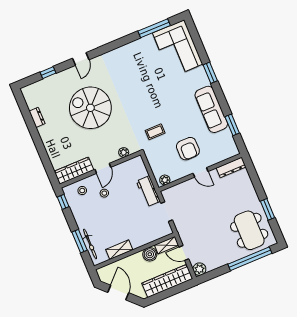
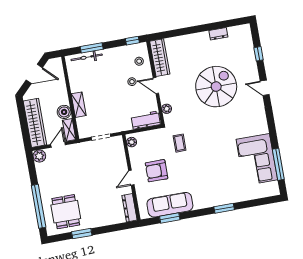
corner sofa: (178, 49) -> (257, 160), moved, turned -90
sofa: (211, 109) -> (170, 205), moved
workbench: (148, 191) -> (146, 120), moved
dining table: (249, 230) -> (66, 212), width x0.73
shelving: (119, 250) -> (79, 105), moved

